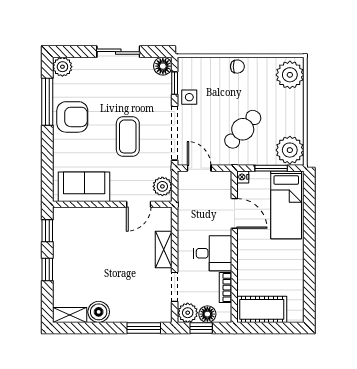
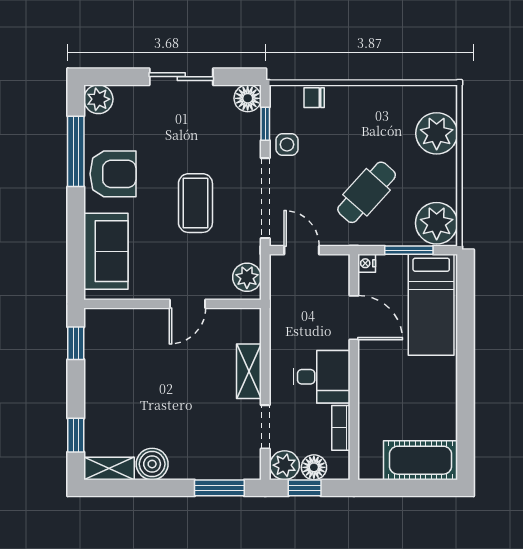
chair: (237, 67) -> (314, 98), moved, turned 180
plant: (290, 75) -> (437, 133), moved
sofa: (84, 187) -> (106, 251), moved, turned 90
door: (139, 204) -> (187, 304), moved
window: (47, 269) -> (76, 435), moved
cot: (262, 309) -> (421, 460), moved

